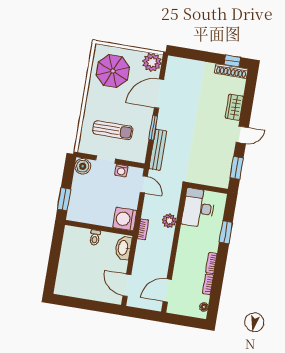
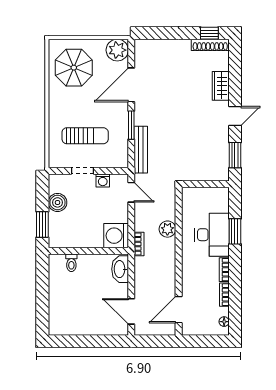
boiler: (83, 166) -> (58, 202), moved
desk: (198, 208) -> (212, 235), moved, turned 180
toilet: (95, 238) -> (71, 263), moved

